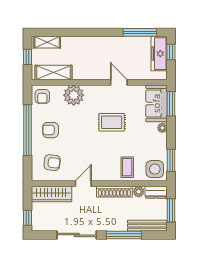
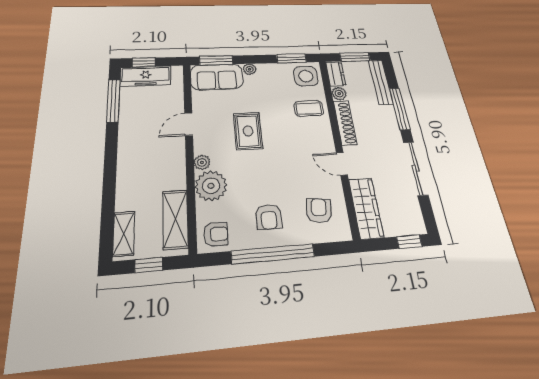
plant: (90, 90) -> (202, 162), added

